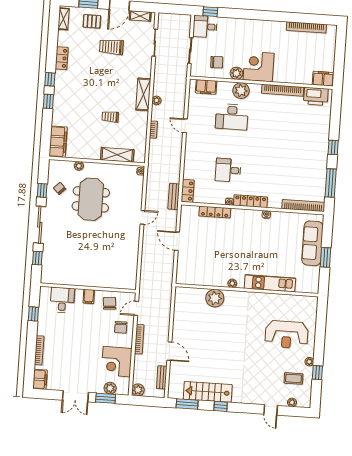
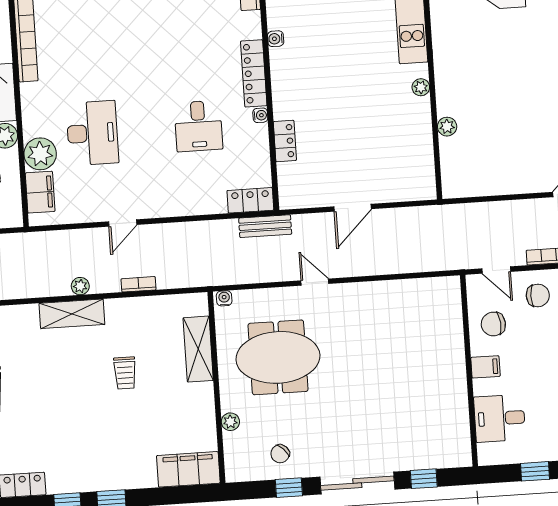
plant: (241, 91) -> (40, 154), moved
meeting table: (91, 199) -> (278, 357), moved
locker: (215, 212) -> (285, 141), width x0.66
plant: (215, 298) -> (447, 127), width x0.53, depth x0.53

